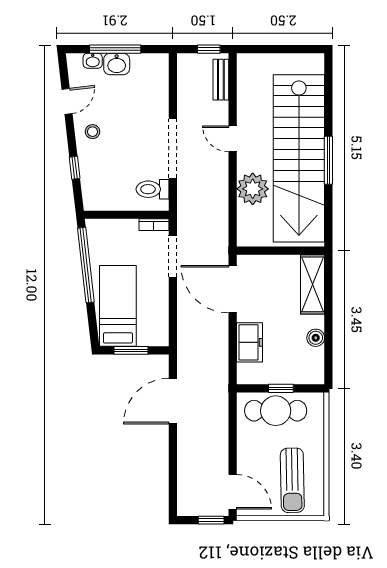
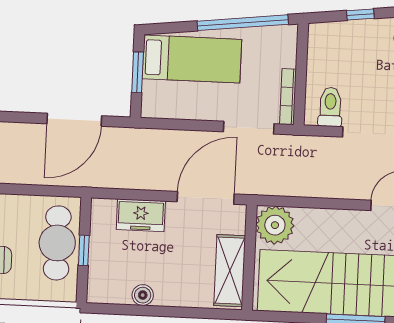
plant: (253, 189) -> (275, 225), moved
bookcase: (154, 225) -> (288, 97), width x1.56
shelving: (313, 284) -> (230, 271), moved, turned 90
door: (173, 401) -> (74, 120), swing flipped

